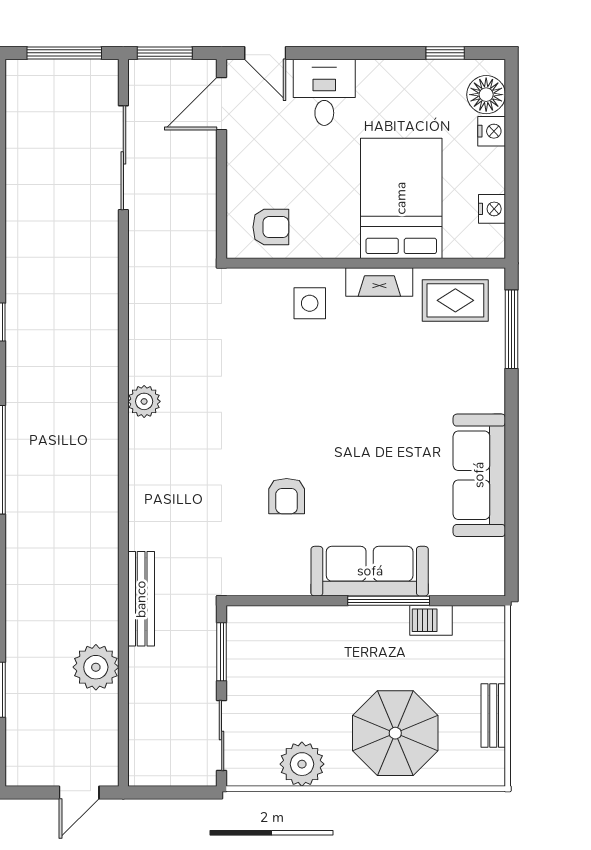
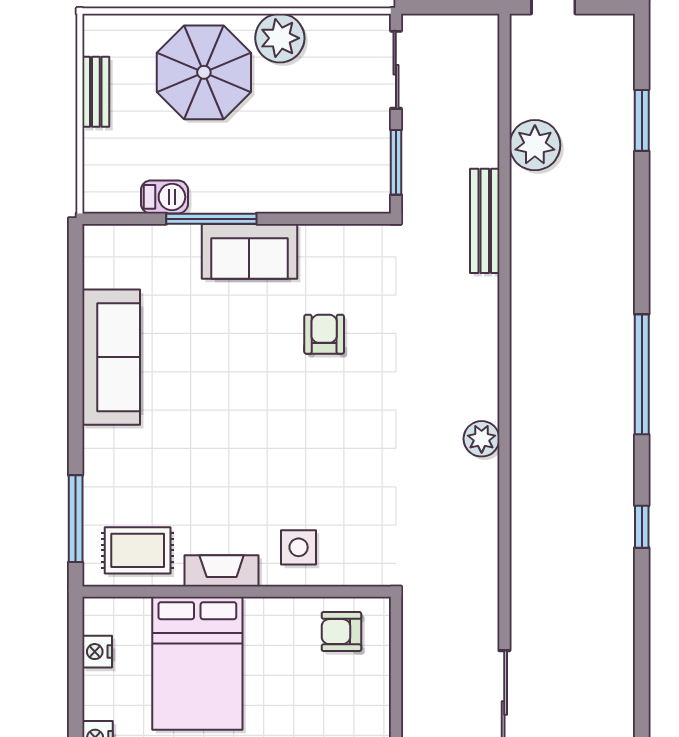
sofa: (370, 571) -> (249, 251), width x0.73
plant: (302, 764) -> (280, 38), moved

